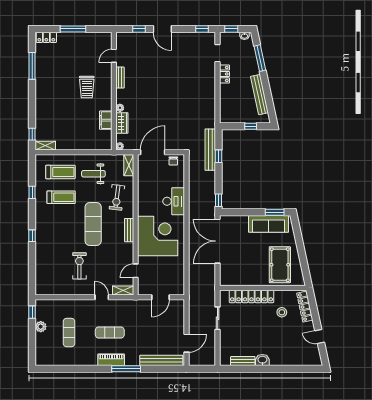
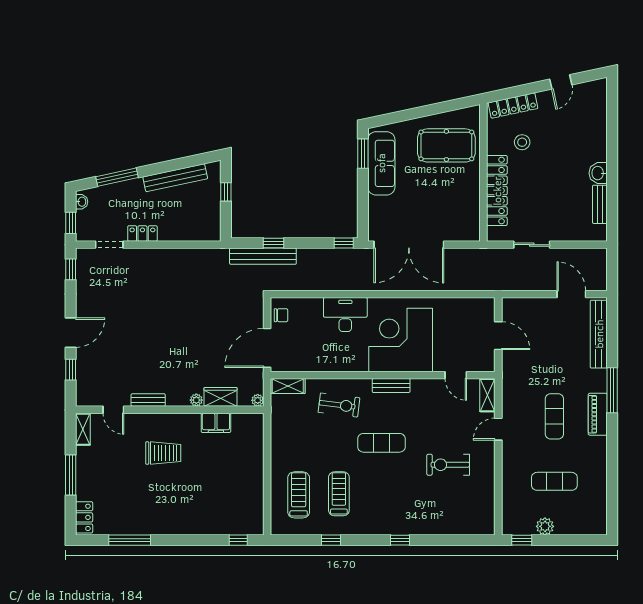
shelving: (45, 146) -> (83, 429), moved
door: (153, 152) -> (267, 348), hinge flipped
weight bench: (93, 174) -> (301, 442), removed
exercise mat: (93, 224) -> (381, 443), width x0.73, depth x0.69

